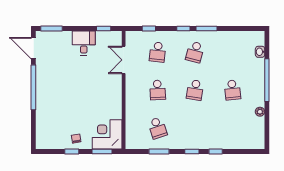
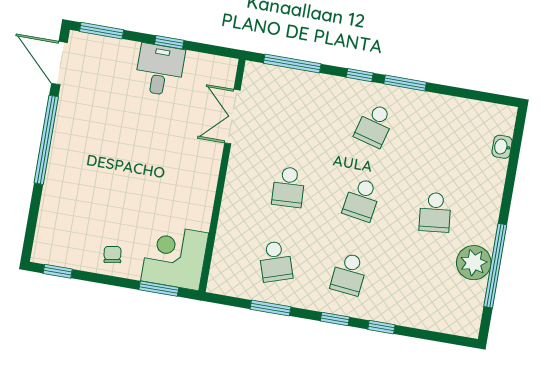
window: (104, 28) -> (169, 42), moved
window: (149, 28) -> (292, 64), width x2.17
school desk: (158, 52) -> (349, 274), moved
window: (267, 80) -> (495, 266), moved
plant: (260, 112) -> (474, 263), width x1.88, depth x1.88
window: (72, 152) -> (58, 271), moved

